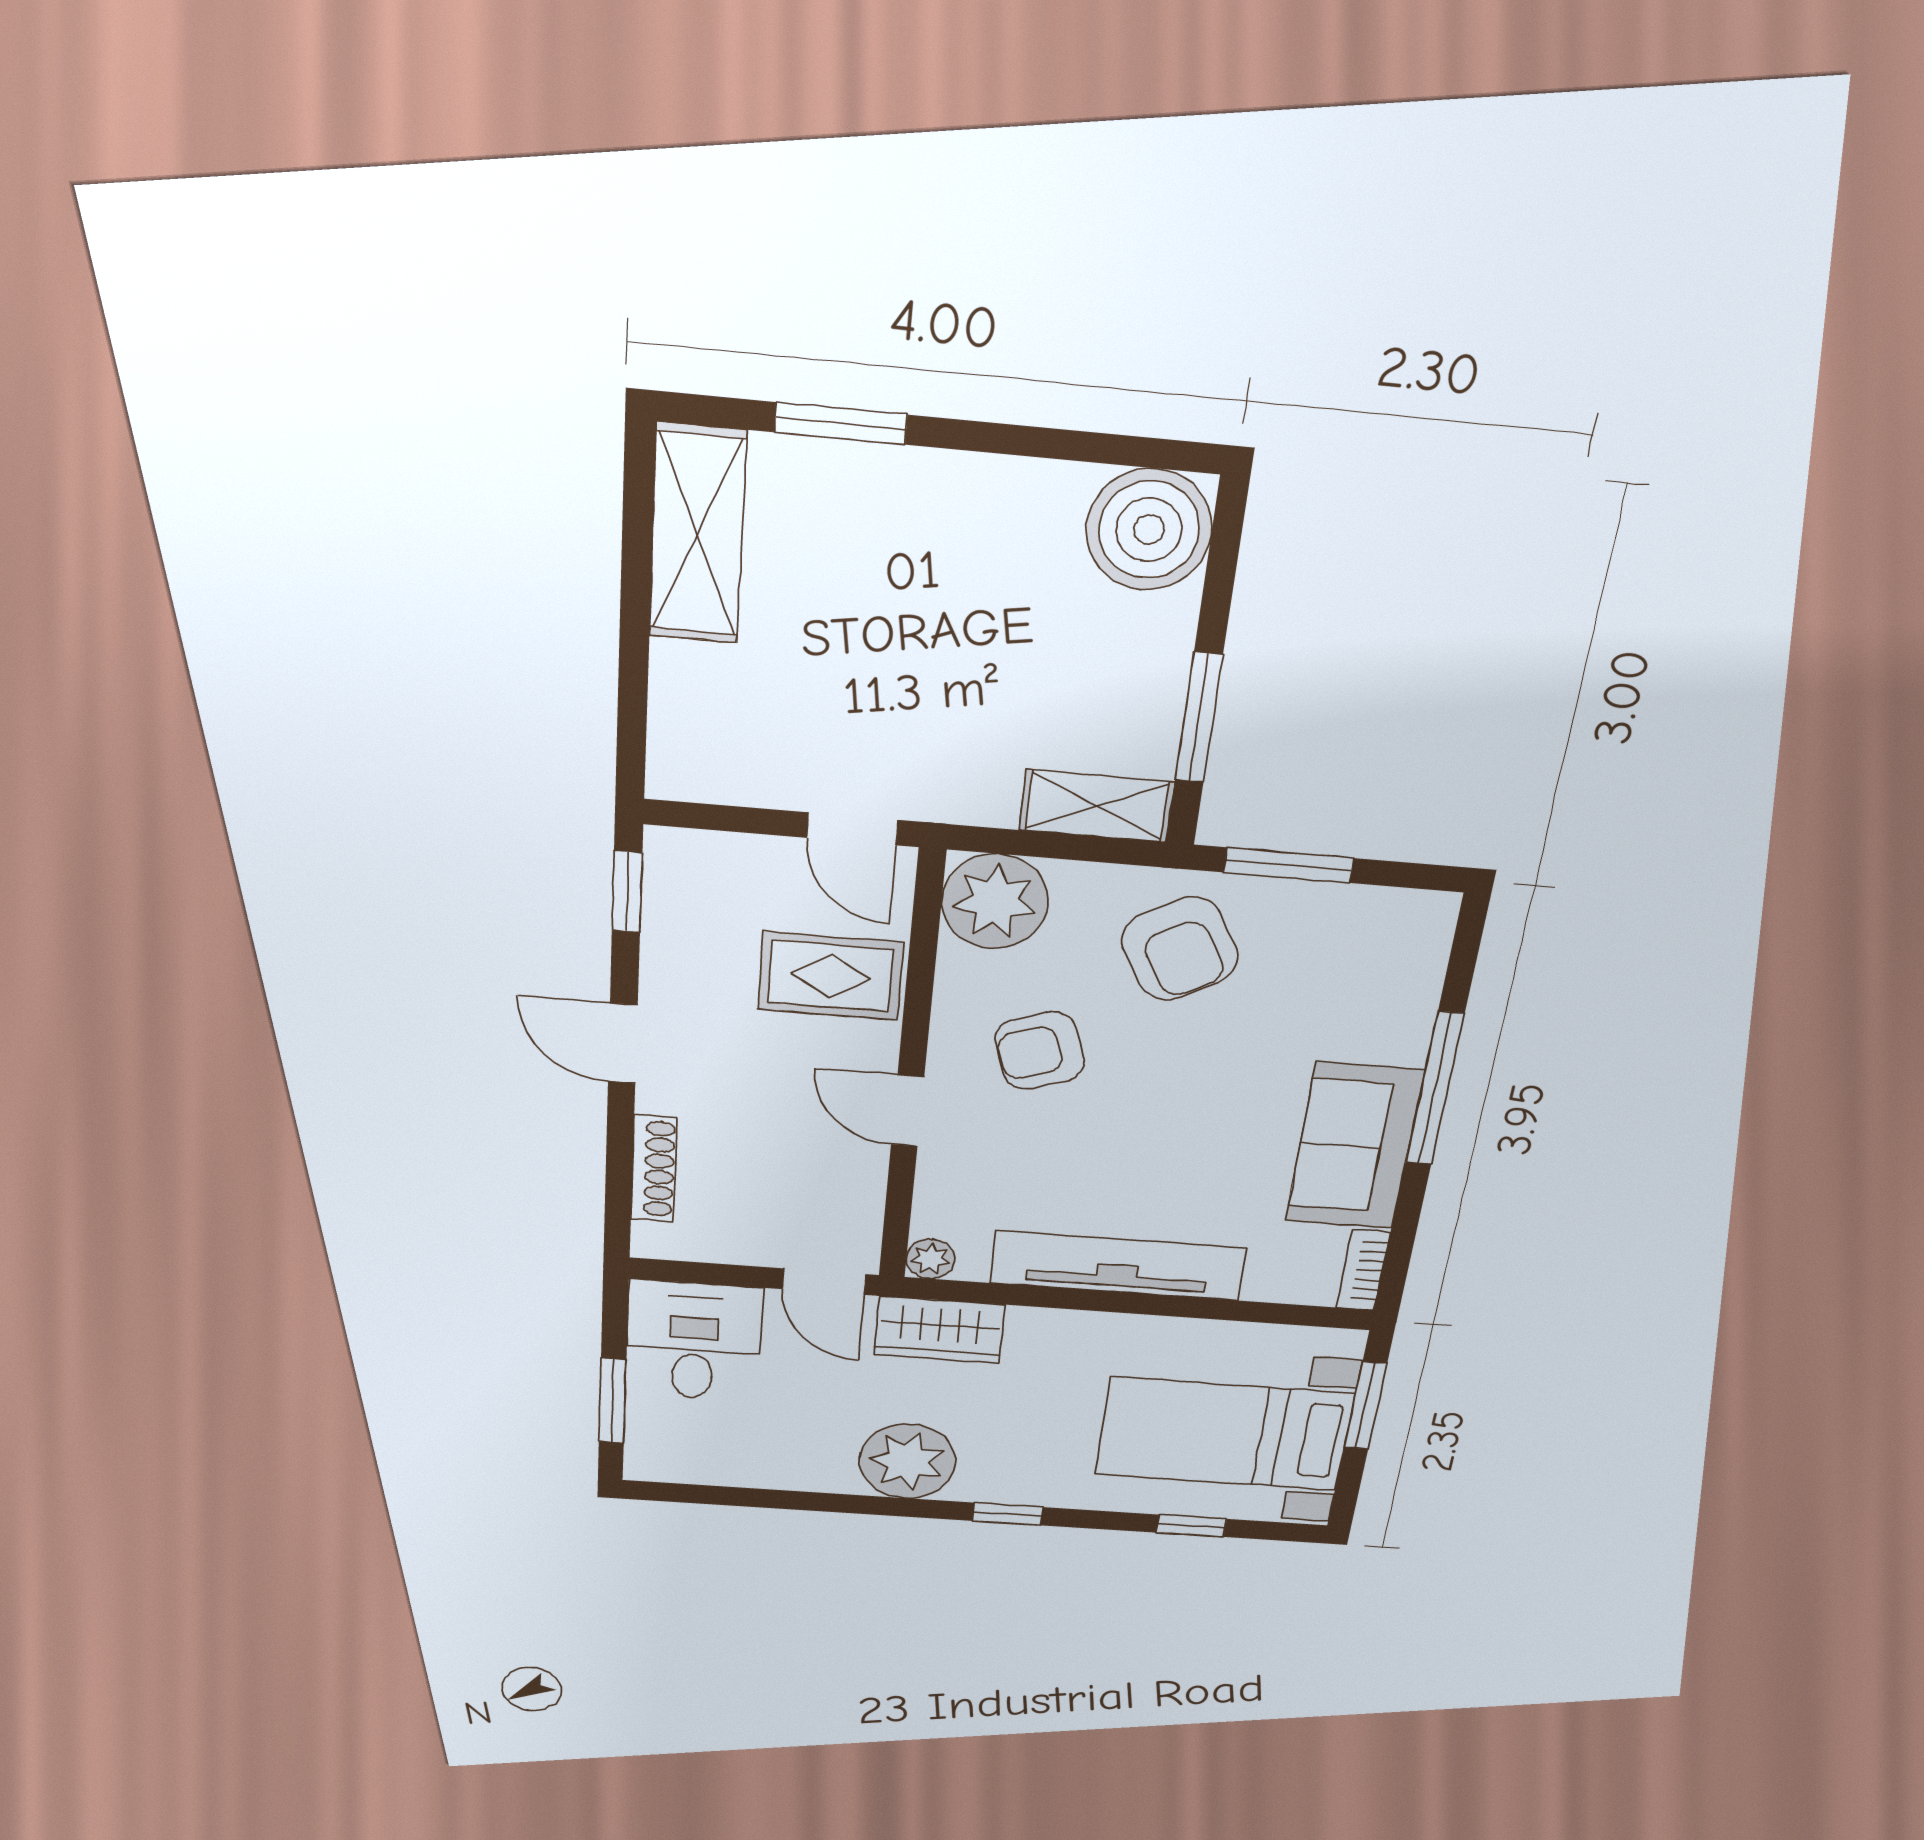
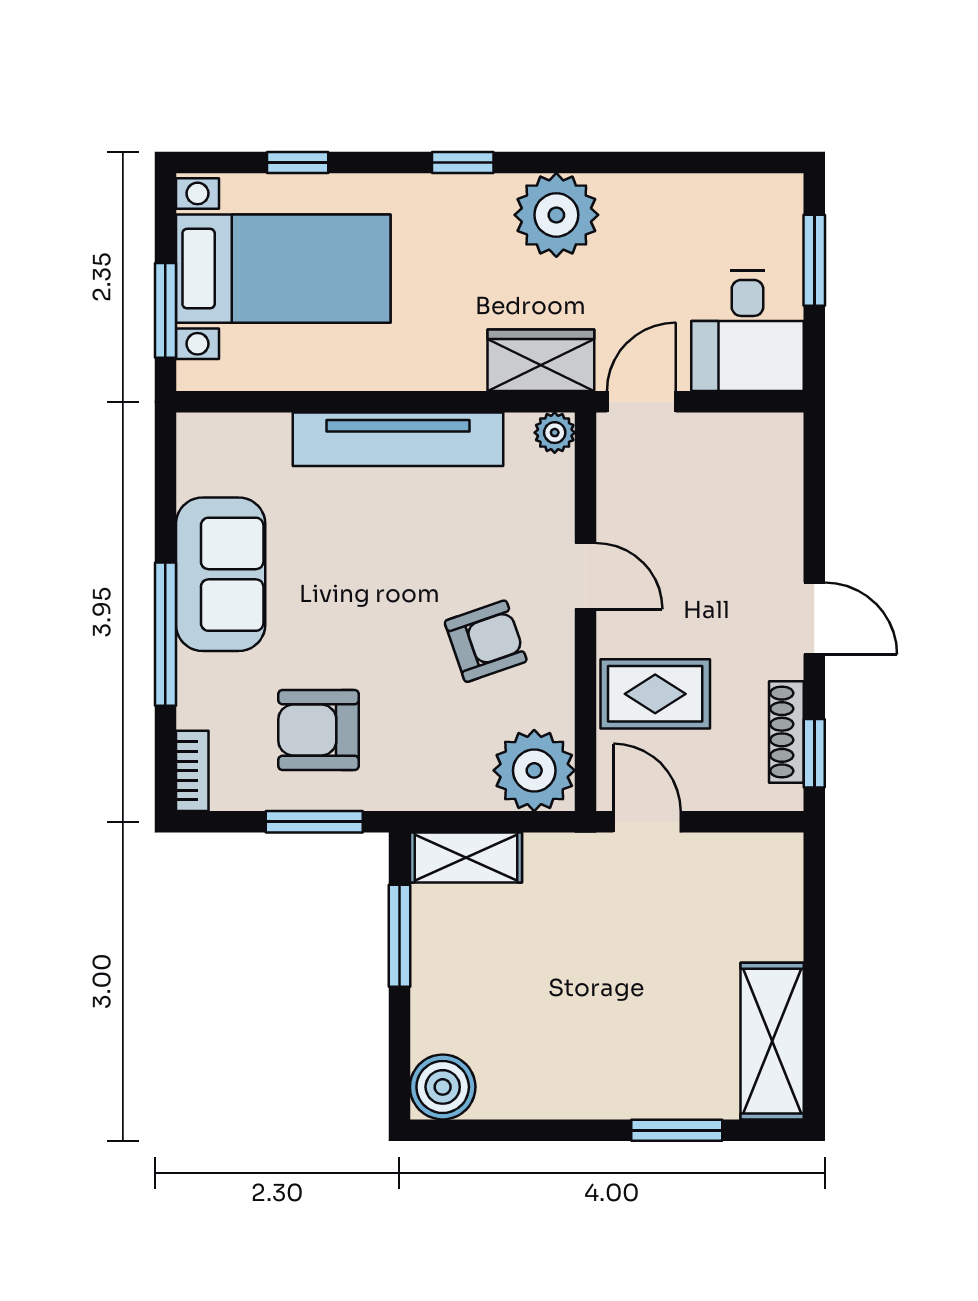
boiler: (1149, 530) -> (443, 1087), width x0.73, depth x0.73
armchair: (1180, 949) -> (319, 730), moved, turned -60
shoe rack: (654, 1169) -> (786, 732), moved
bookcase: (1363, 1270) -> (192, 771), moved
door: (824, 1282) -> (641, 402), hinge flipped

